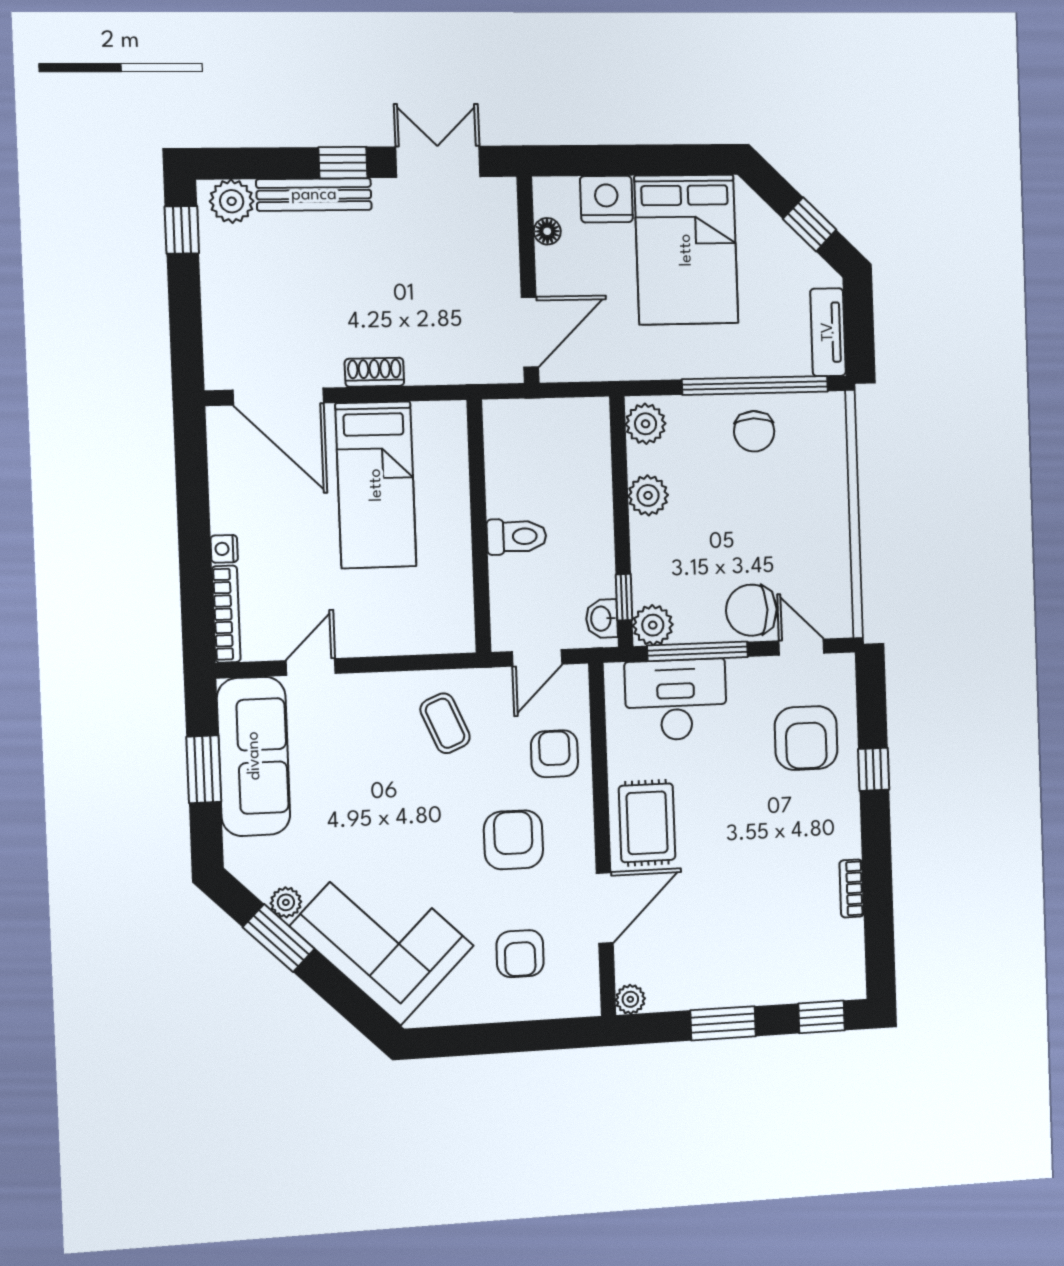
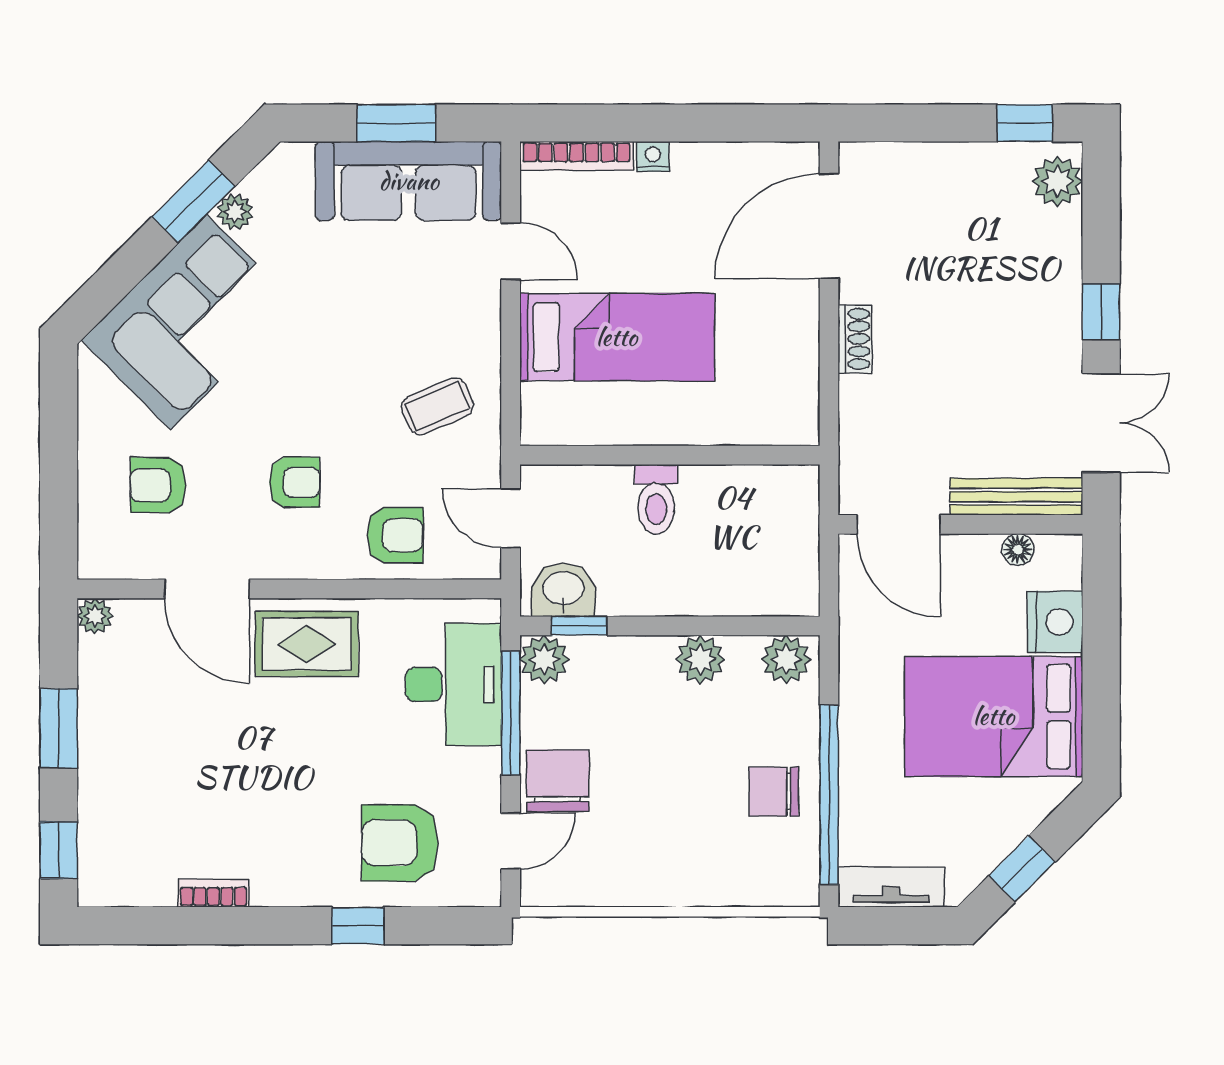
bench: (314, 195) -> (1016, 497), moved, turned 90
bed: (376, 485) -> (617, 337), moved, turned 180
washbasin: (602, 619) -> (563, 590), width x1.38, depth x1.45
armchair: (513, 840) -> (295, 482), width x0.72, depth x0.72

